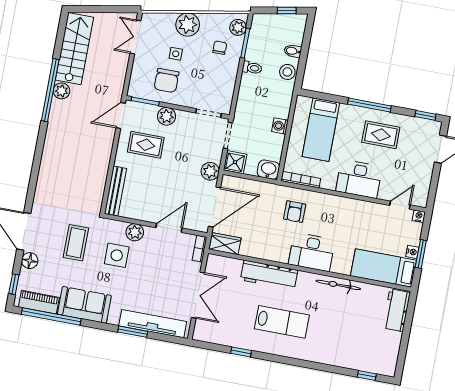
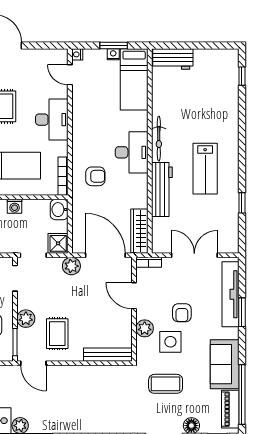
wardrobe: (225, 244) -> (139, 231), width x1.50
armchair: (143, 272) -> (182, 313), added
bicycle: (338, 285) -> (159, 139), moved
lab bench: (282, 322) -> (205, 169), turned 180

